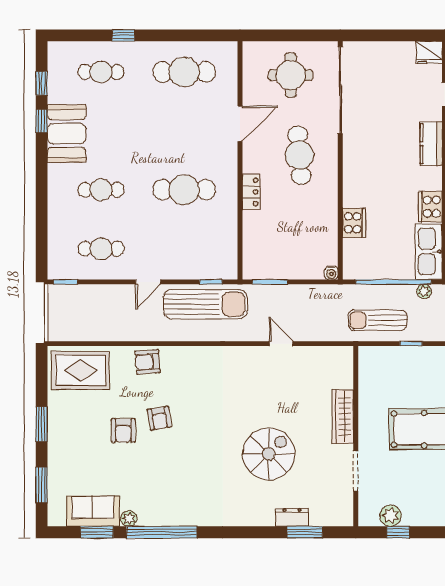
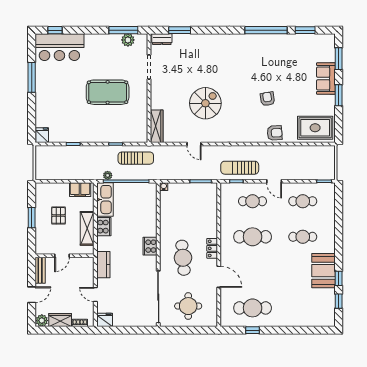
window: (123, 35) -> (252, 330), moved
cafe table: (101, 72) -> (253, 201), moved
door: (240, 124) -> (219, 277), swing flipped
locker: (251, 192) -> (212, 248), moved
cooker: (354, 223) -> (150, 246), moved
door: (148, 282) -> (274, 181), swing flipped
sun lounger: (205, 304) -> (240, 168), width x0.73, depth x0.75
wardrobe: (343, 417) -> (157, 126), moved
armchair: (123, 431) -> (289, 91), removed
spiral stairs: (269, 454) -> (205, 103), moved, turned 180
sofa: (93, 511) -> (326, 79), moved, turned 90
dresser: (292, 517) -> (162, 39), moved
plant: (129, 519) -> (286, 38), removed
window: (398, 532) -> (123, 30), width x2.17

